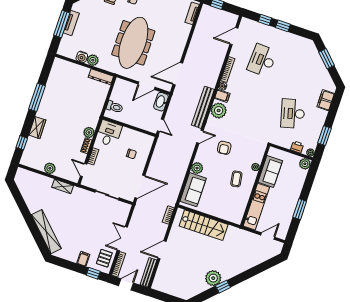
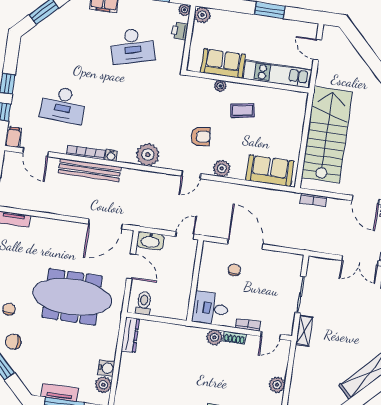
plant: (93, 60) -> (103, 385), moved
door: (178, 74) -> (105, 224), hinge flipped
filing cabinet: (222, 96) -> (13, 137), moved
toilet: (115, 107) -> (144, 303), moved
bench: (203, 107) -> (90, 170), moved
door: (200, 137) -> (191, 175), swing flipped
plant: (197, 168) -> (222, 168), moved
shelving: (63, 186) -> (304, 331), moved
door: (140, 187) -> (245, 244), moved
stairs: (204, 225) -> (327, 135), width x1.36, depth x1.51

